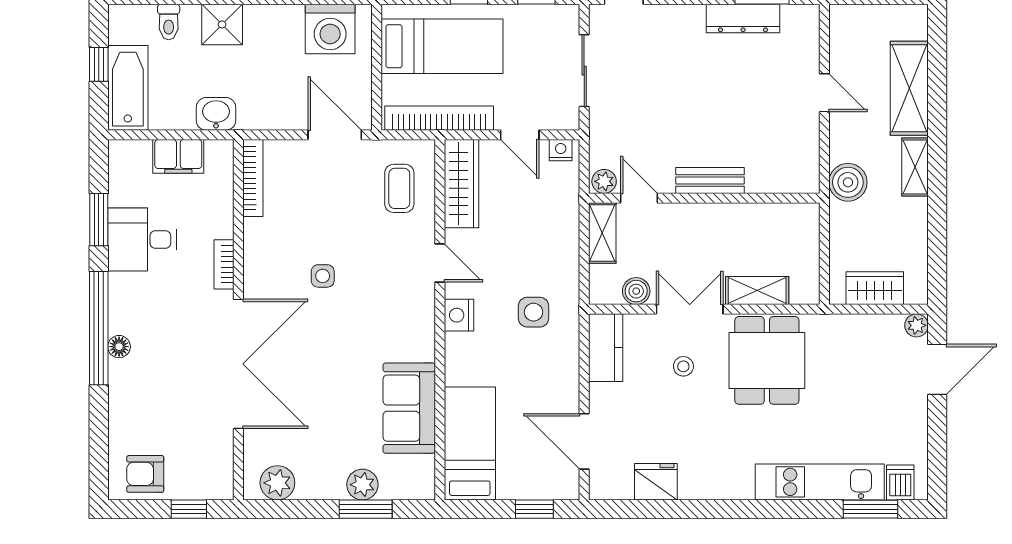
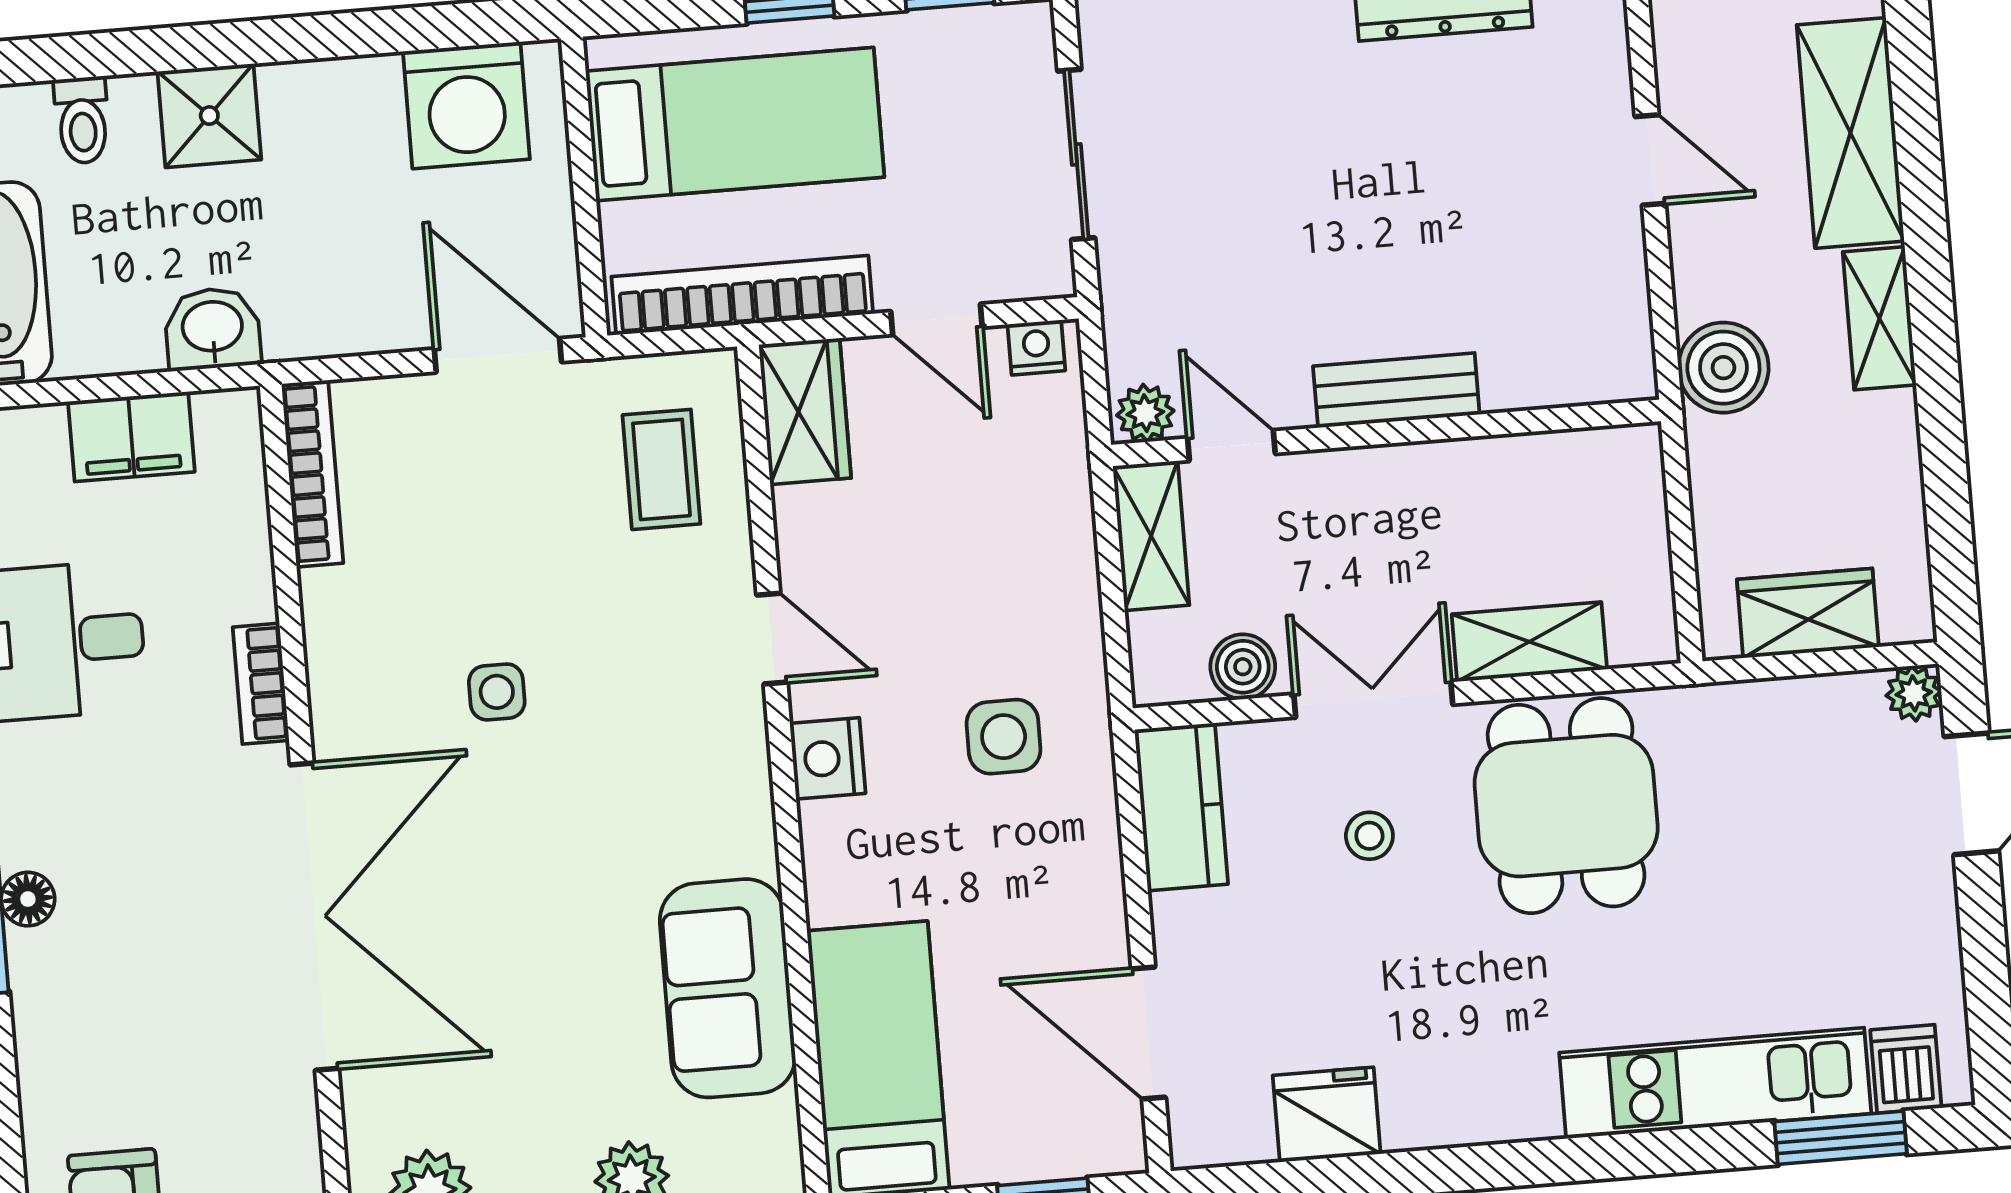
wardrobe: (461, 184) -> (805, 411), width x0.67

